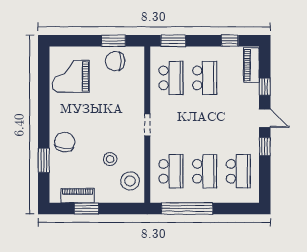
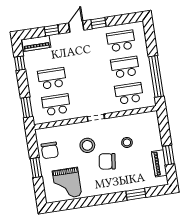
window: (113, 41) -> (36, 168), moved
chair: (65, 142) -> (107, 161), moved
stool: (130, 181) -> (87, 145), moved

